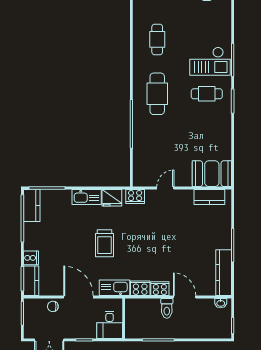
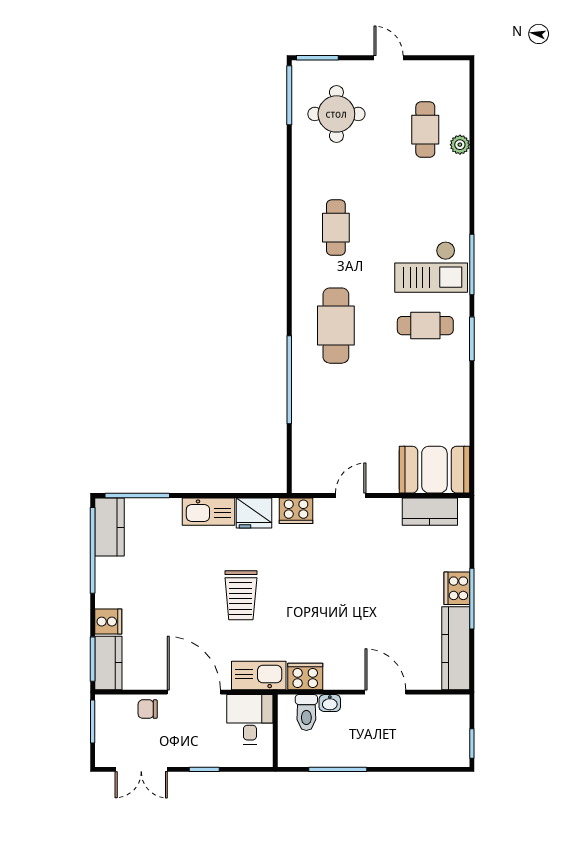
cooker: (160, 289) -> (457, 588), moved, turned -90
washbasin: (221, 303) -> (330, 703), moved
toilet: (167, 308) -> (306, 712), moved
desk: (110, 325) -> (250, 719), moved, turned 180

